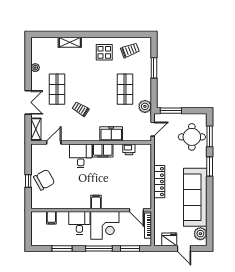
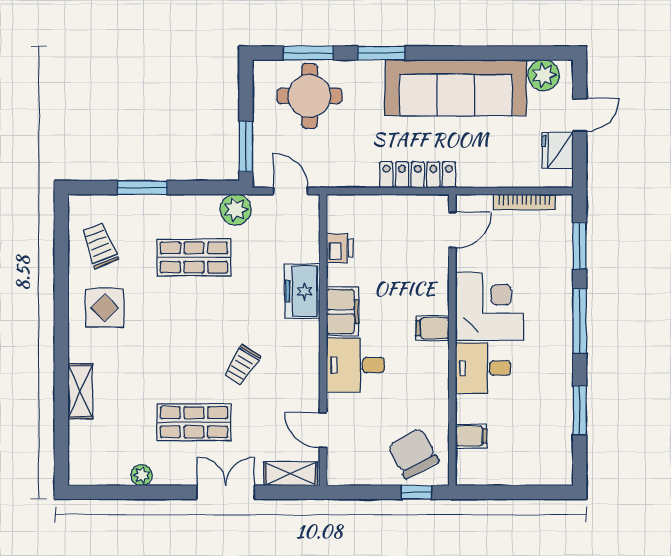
filing cabinet: (96, 202) -> (433, 328), moved
wall: (91, 210) -> (452, 340), moved
door: (136, 210) -> (452, 230), moved
filing cabinet: (51, 218) -> (471, 436), moved
desk: (79, 223) -> (483, 368), moved
corner desk: (105, 225) -> (490, 306), moved

